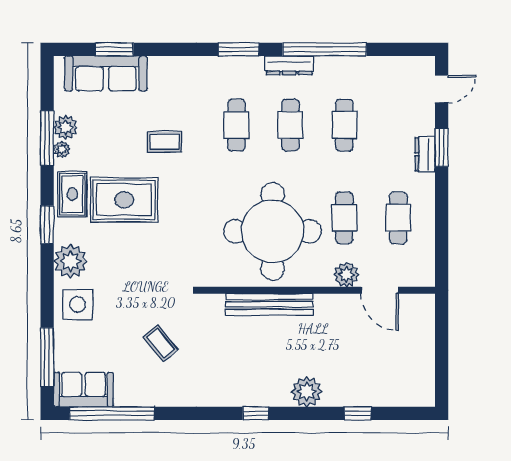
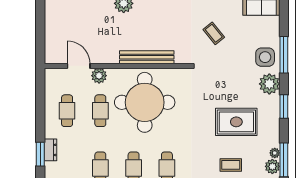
coffee table: (165, 142) -> (231, 165), moved
rug: (72, 194) -> (268, 125), removed
window: (47, 357) -> (284, 55), moved

